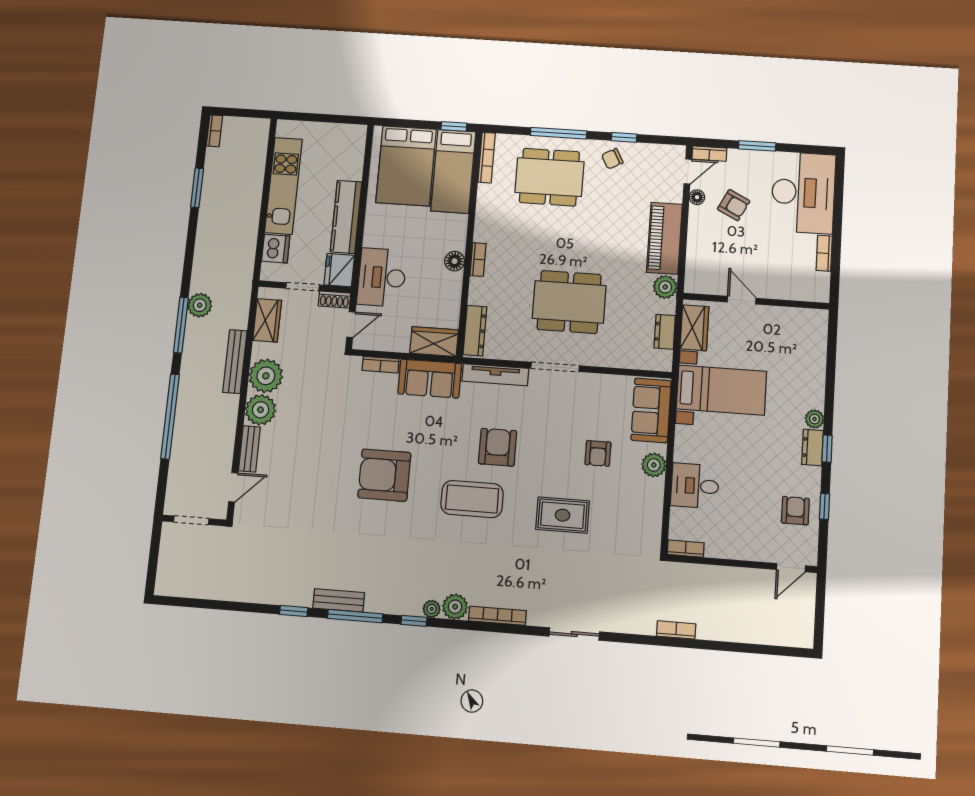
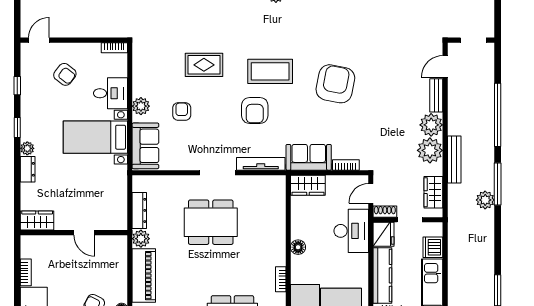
bookcase: (478, 260) -> (281, 279), moved
wardrobe: (694, 328) -> (37, 221), moved, turned 90
dresser: (475, 331) -> (279, 196), removed
dresser: (665, 332) -> (139, 210), width x1.44
bed with nightstands: (721, 390) -> (95, 137), moved
dresser: (813, 448) -> (28, 169), moved
armchair: (384, 475) -> (335, 84), turned -79
armchair: (795, 511) -> (65, 74), moved, turned -53

